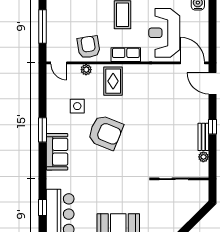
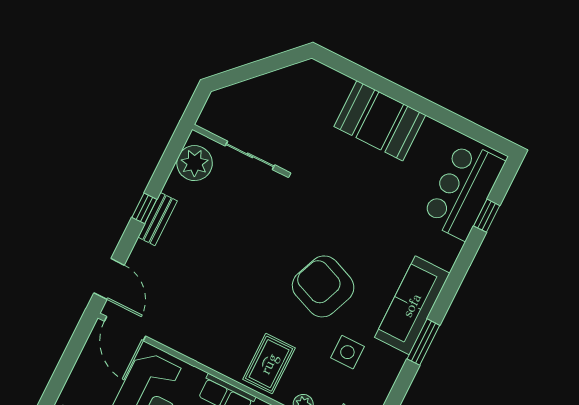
bench: (203, 137) -> (158, 219), moved
sofa: (57, 152) -> (412, 305), width x1.36
plant: (203, 157) -> (195, 163), width x1.87, depth x1.87

